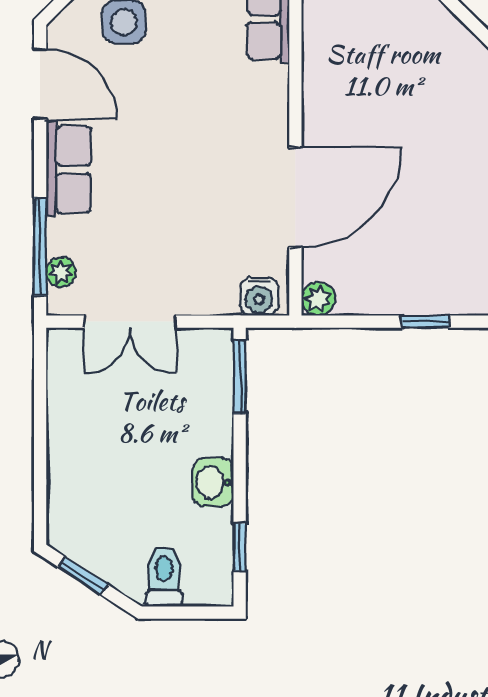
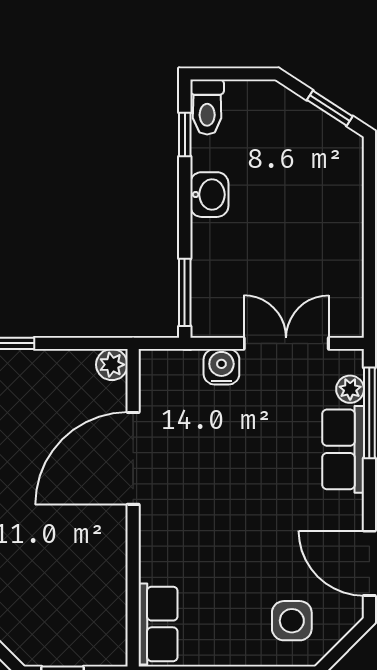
row of seats: (69, 169) -> (343, 449), moved
water cooler: (259, 296) -> (221, 367), moved
toilet: (164, 577) -> (207, 107), moved

